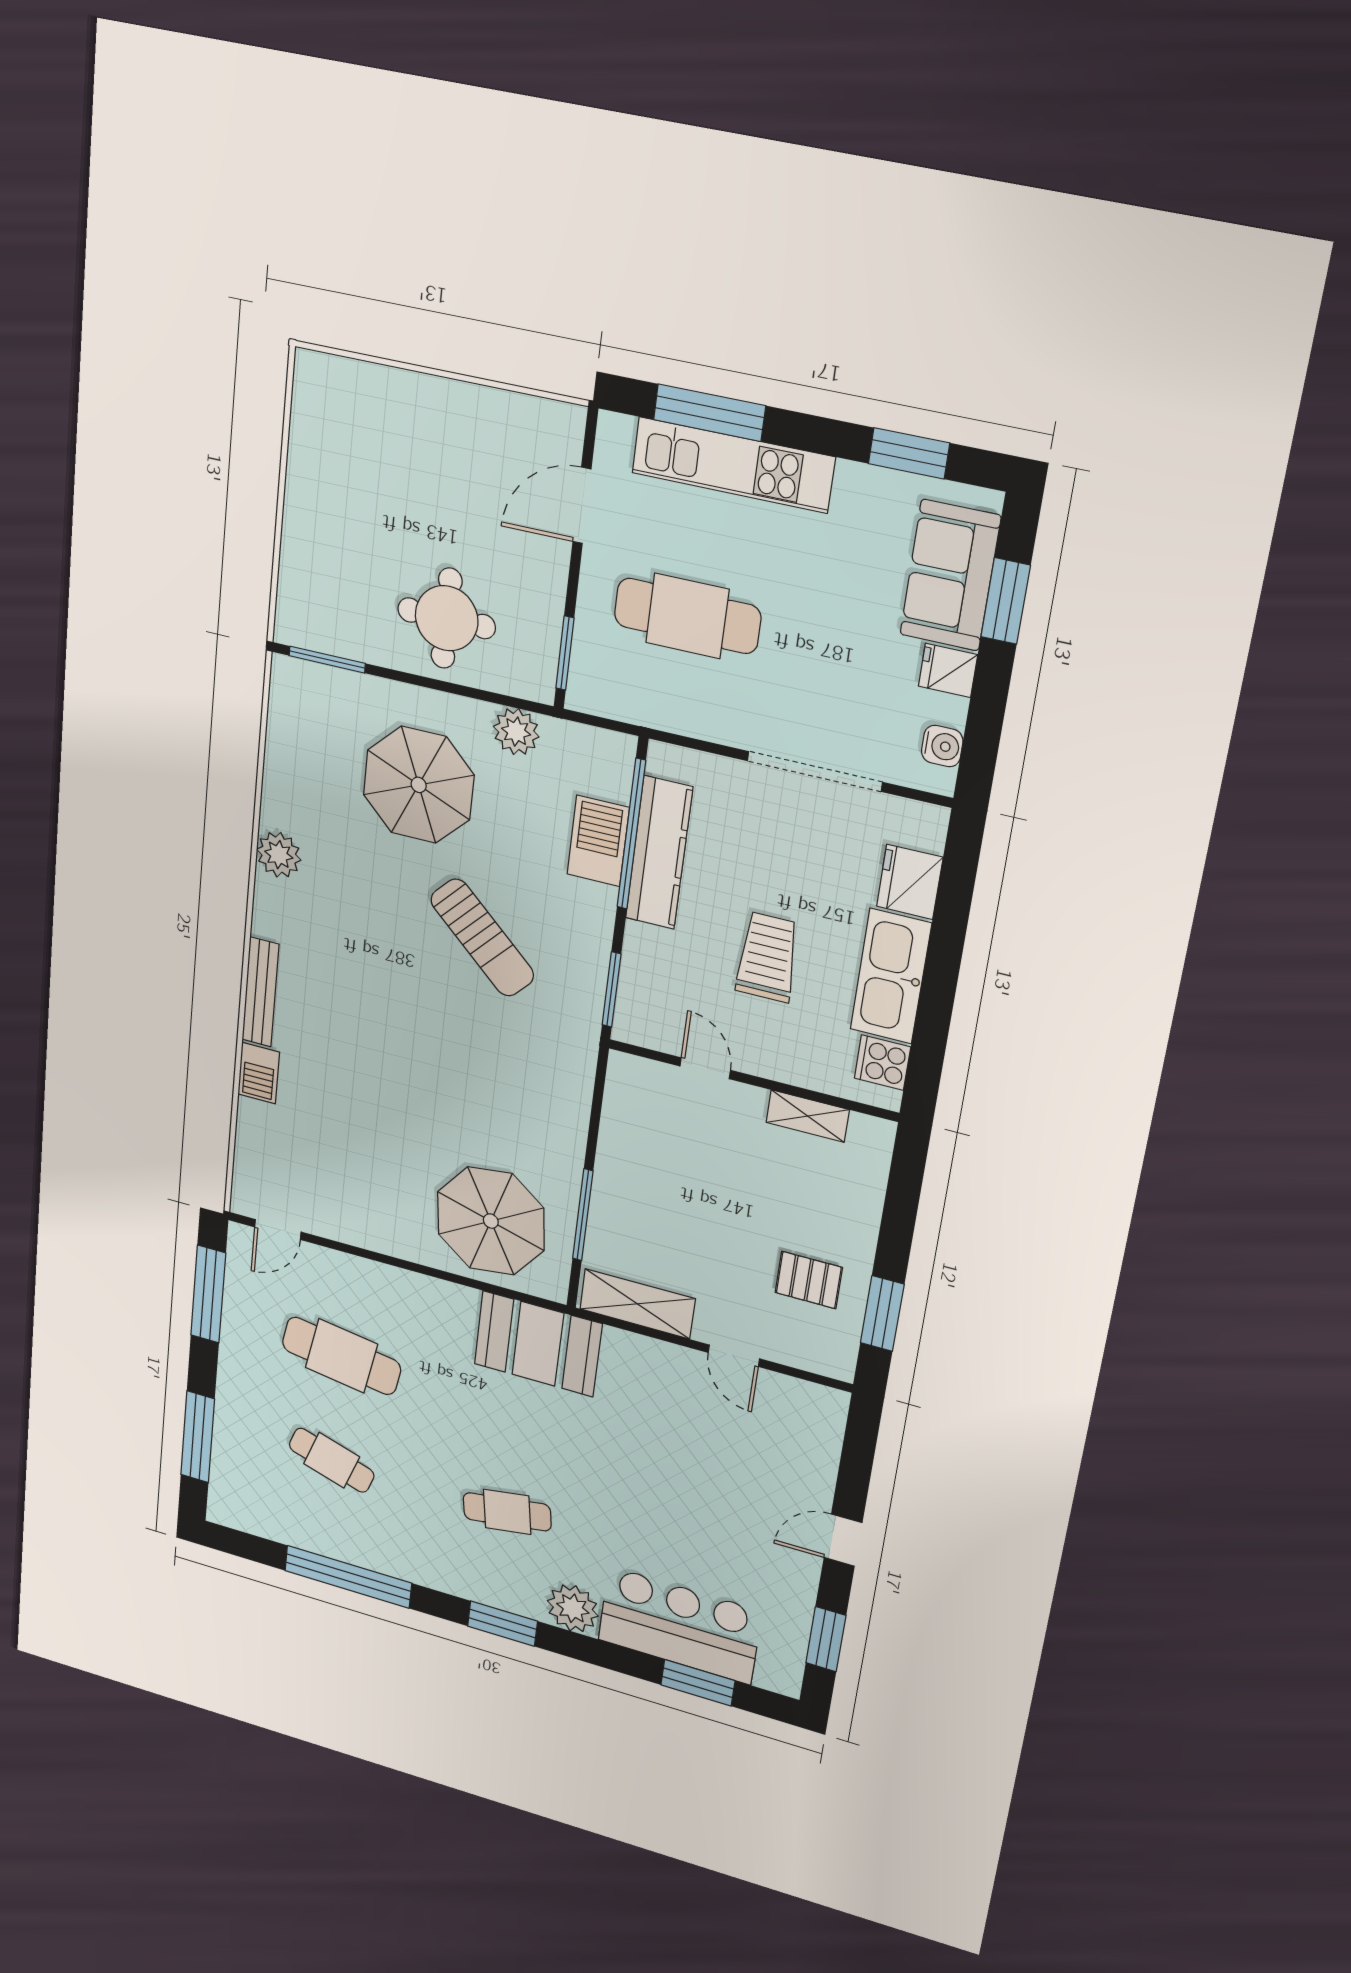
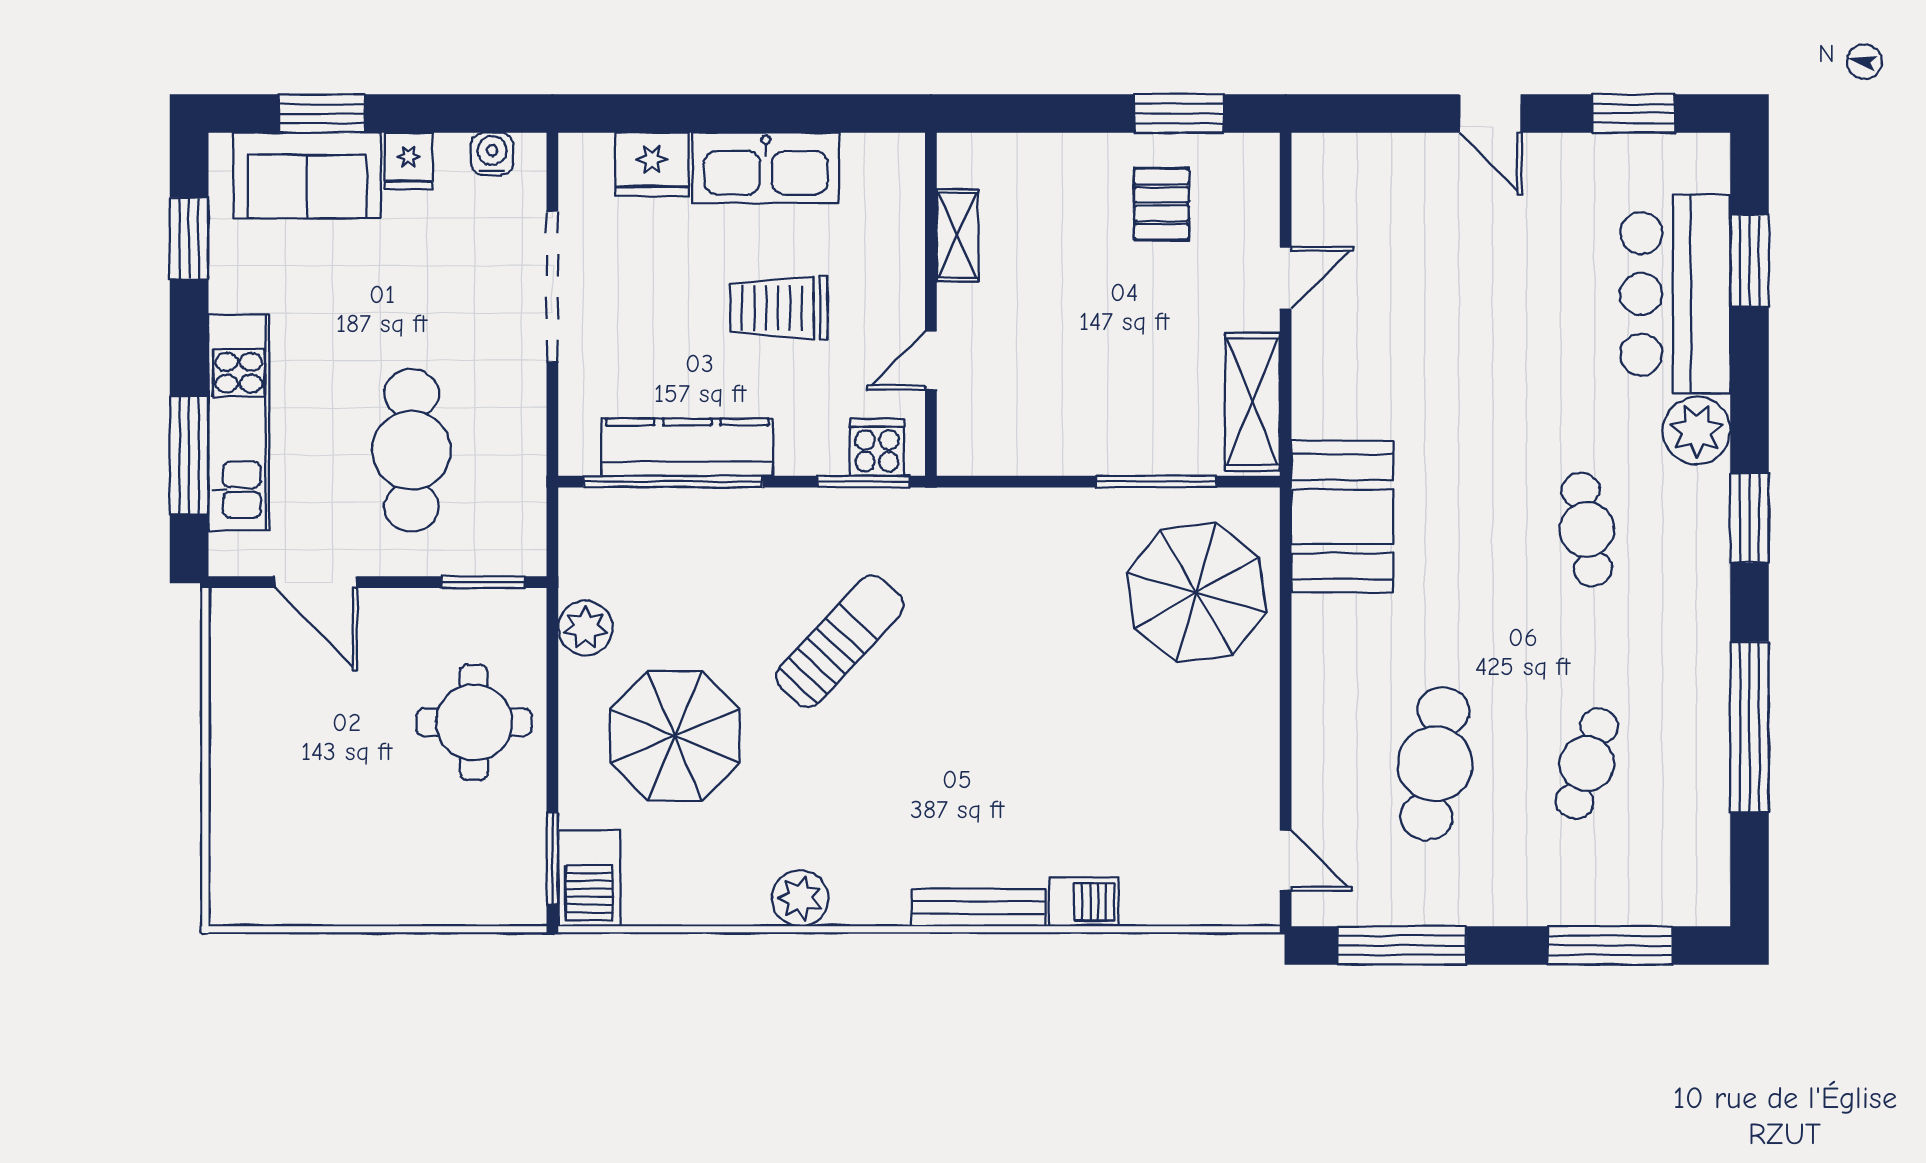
barbecue: (598, 841) -> (589, 878), moved, turned -90
cooker: (883, 1063) -> (877, 447), moved, turned 180

